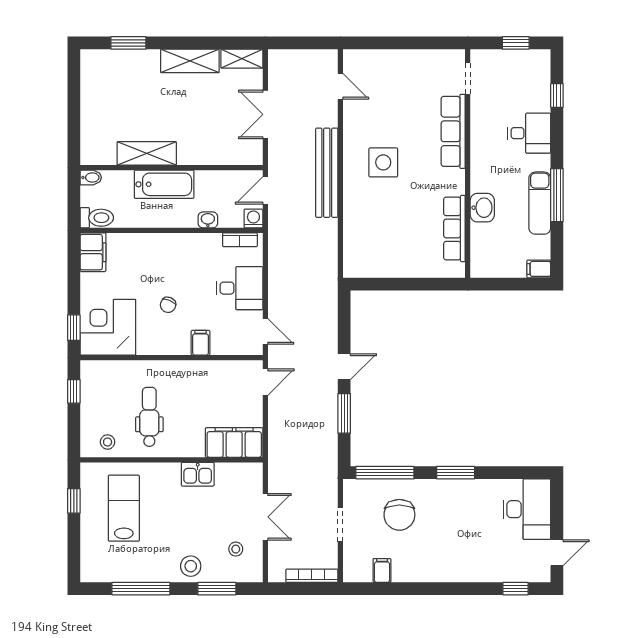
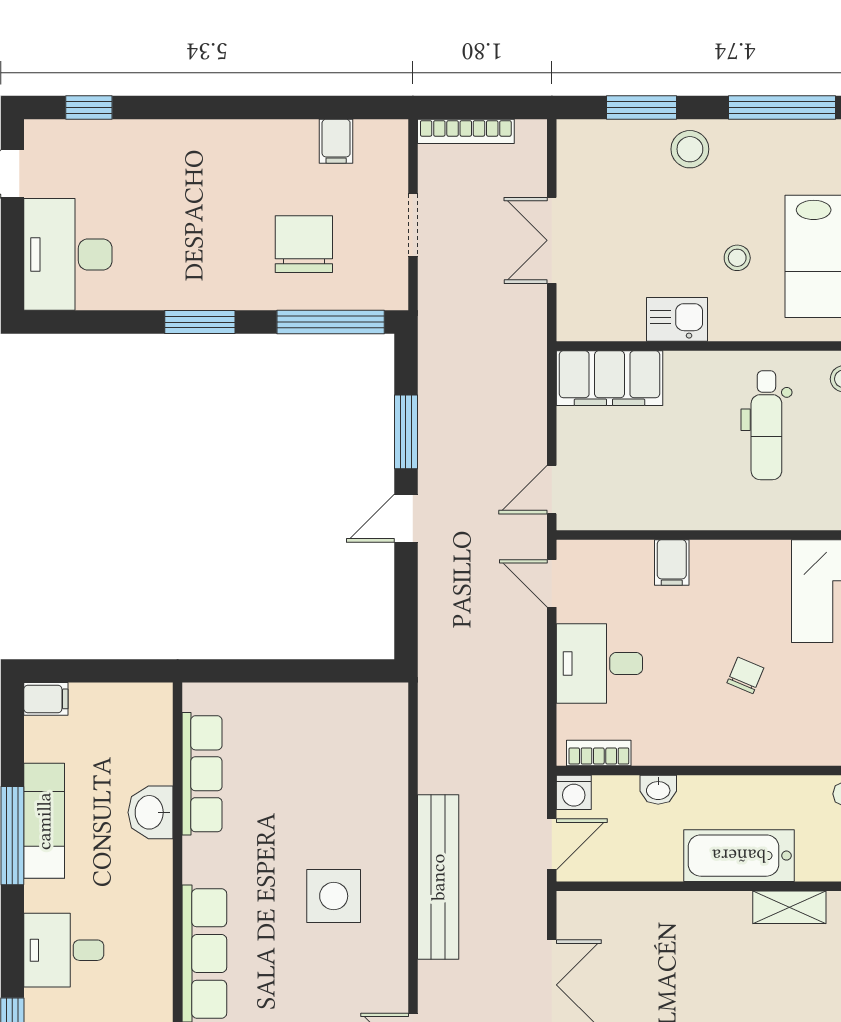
shelving: (147, 153) -> (789, 907), width x0.67, depth x0.75
chair: (168, 305) -> (745, 675), moved
stool: (236, 549) -> (737, 258), moved

